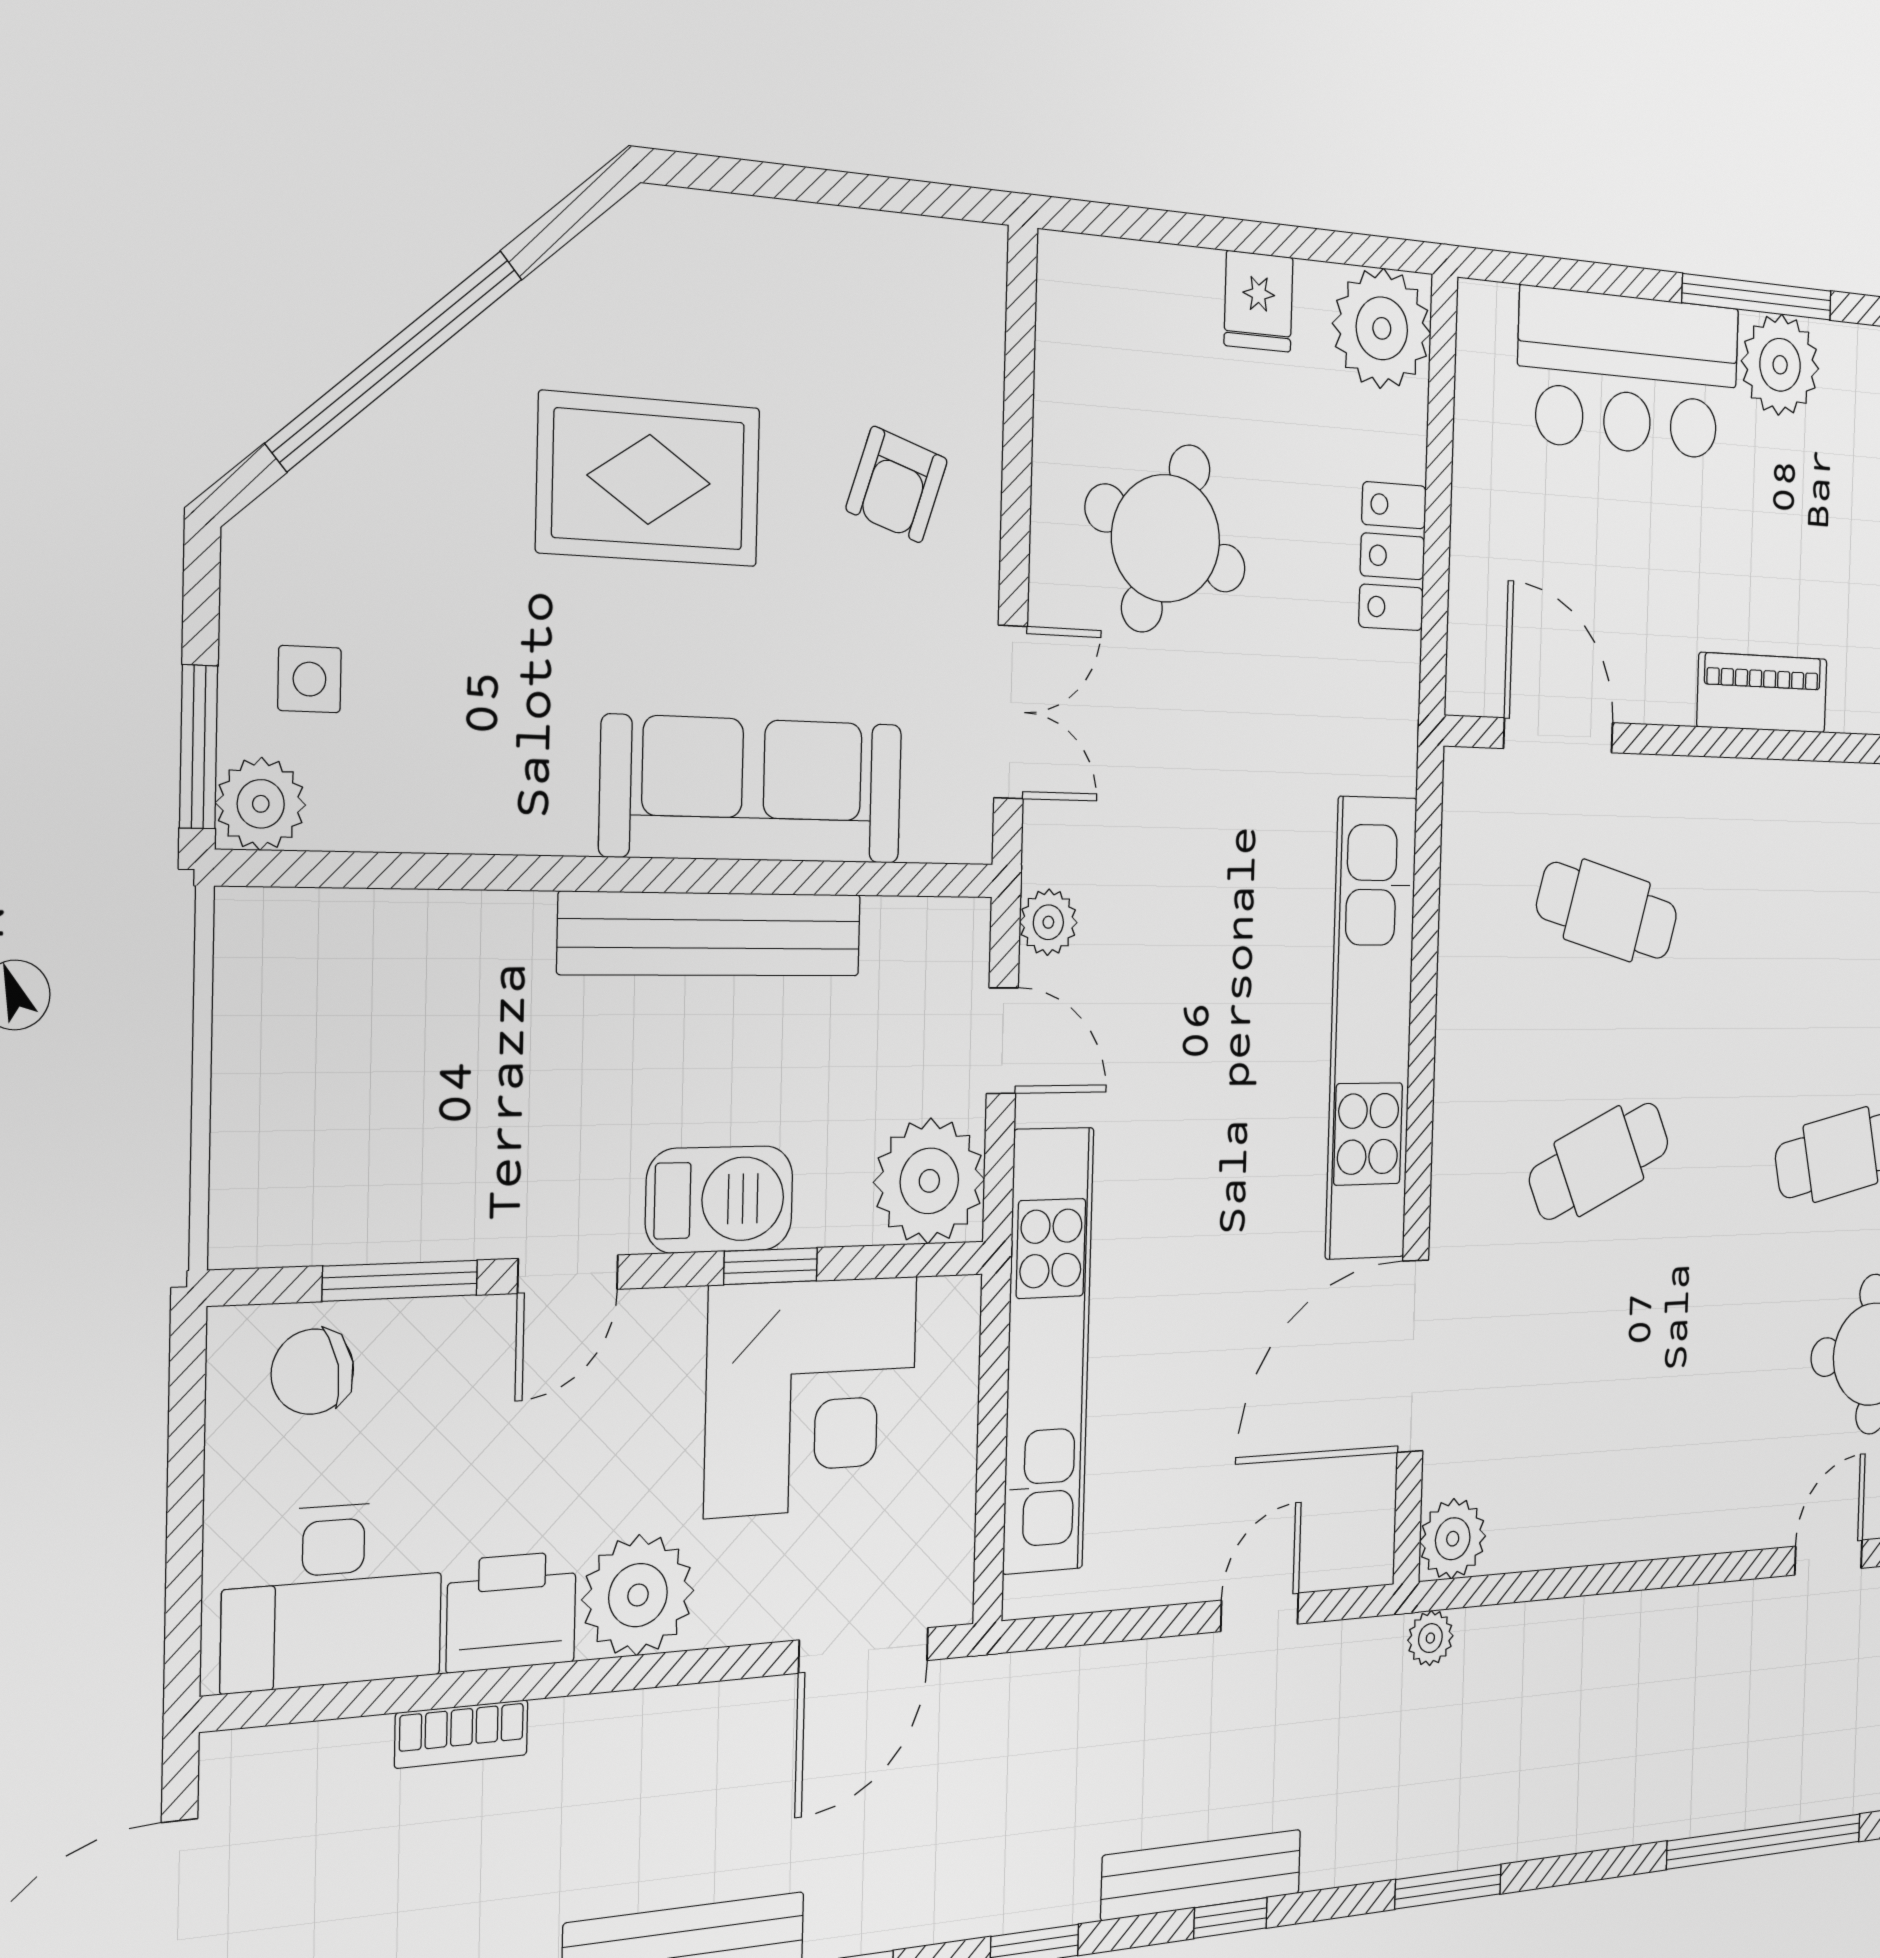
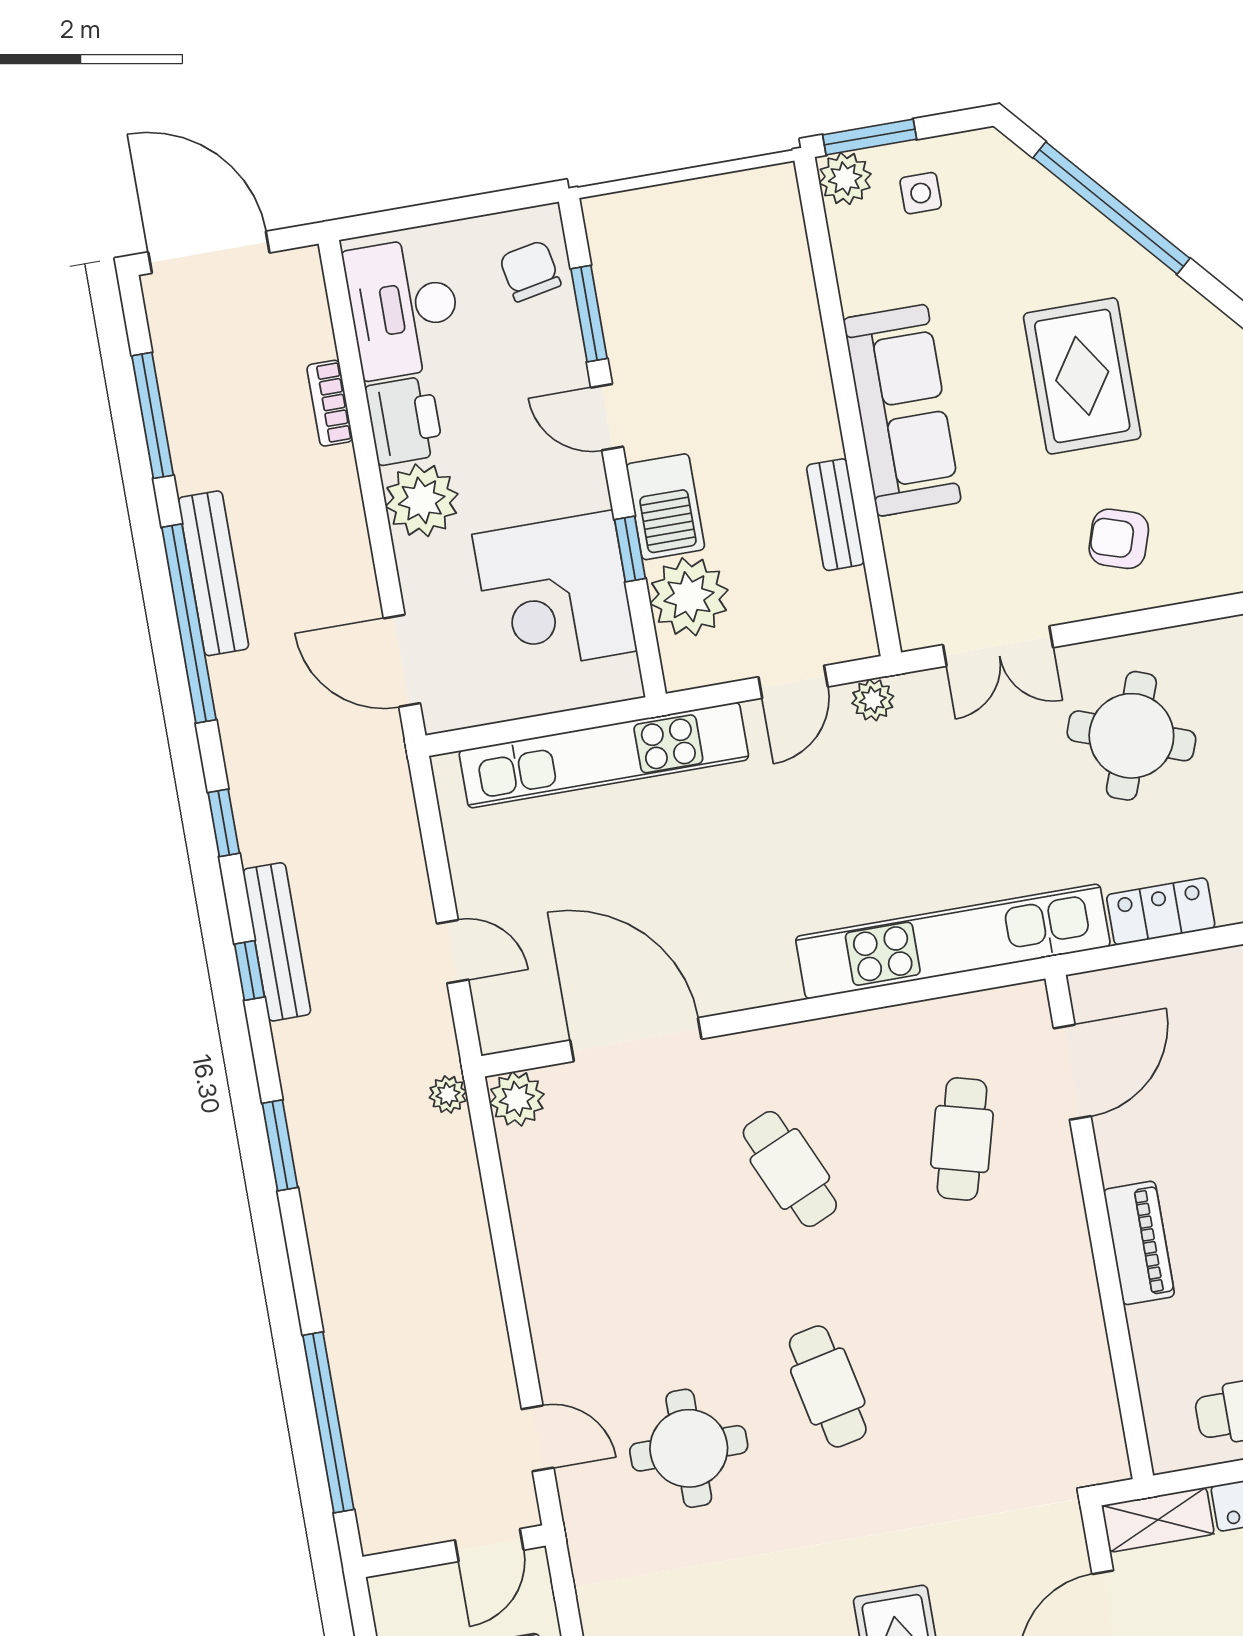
sofa: (753, 790) -> (902, 410), moved
bench: (711, 934) -> (835, 515), width x0.54, depth x0.82
kitchen unit: (1371, 1028) -> (953, 941), moved
plant: (929, 1181) -> (689, 597), moved

